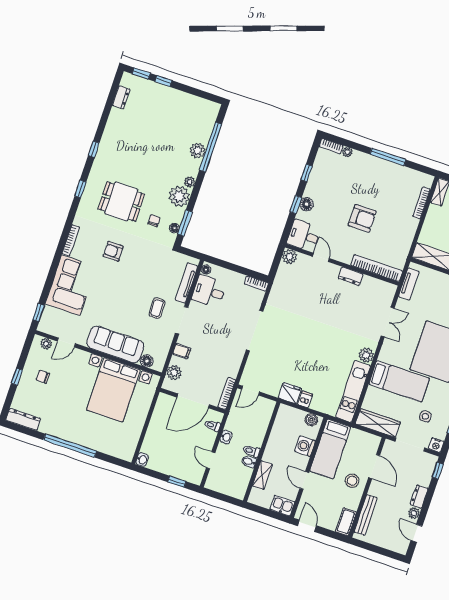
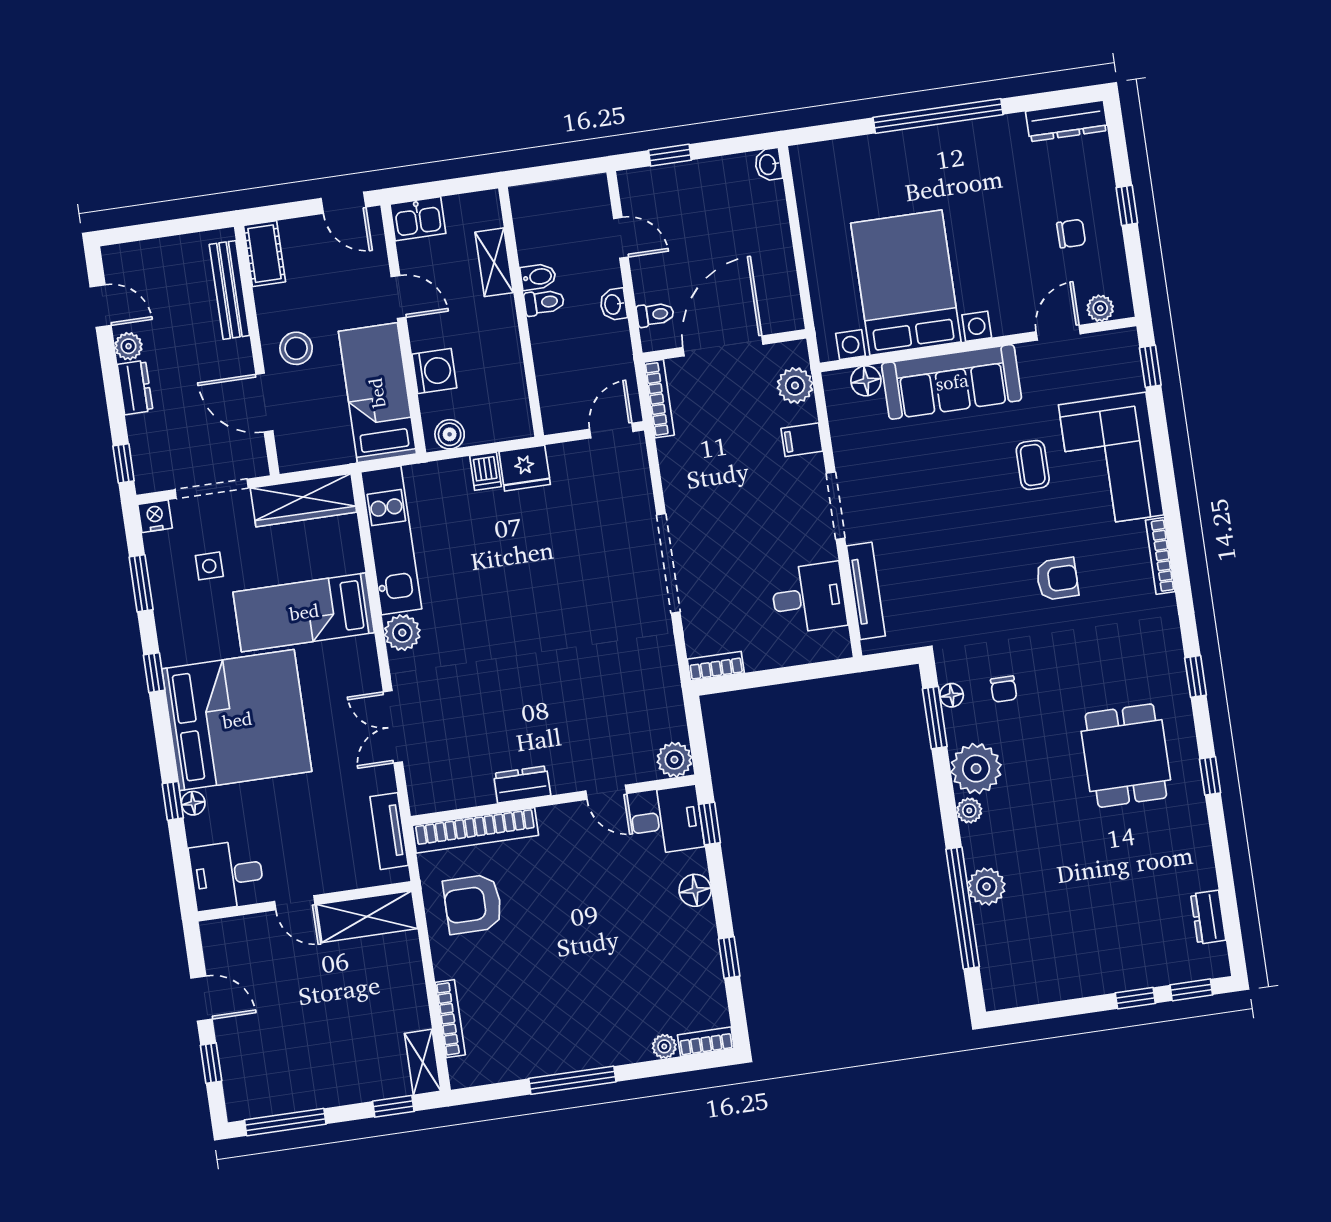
dining table: (121, 202) -> (1126, 756), moved, turned 90
window: (296, 205) -> (710, 823), moved
armchair: (362, 218) -> (473, 904), moved
floor lamp: (206, 270) -> (839, 641), removed
coffee table: (157, 308) -> (1033, 465), moved

